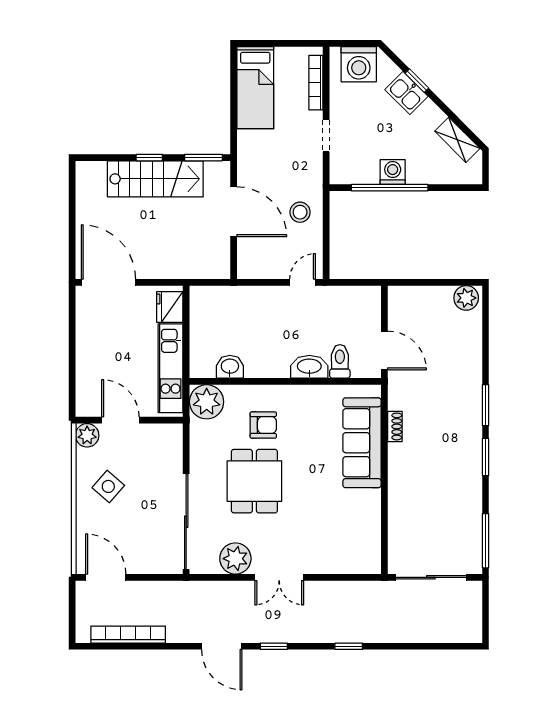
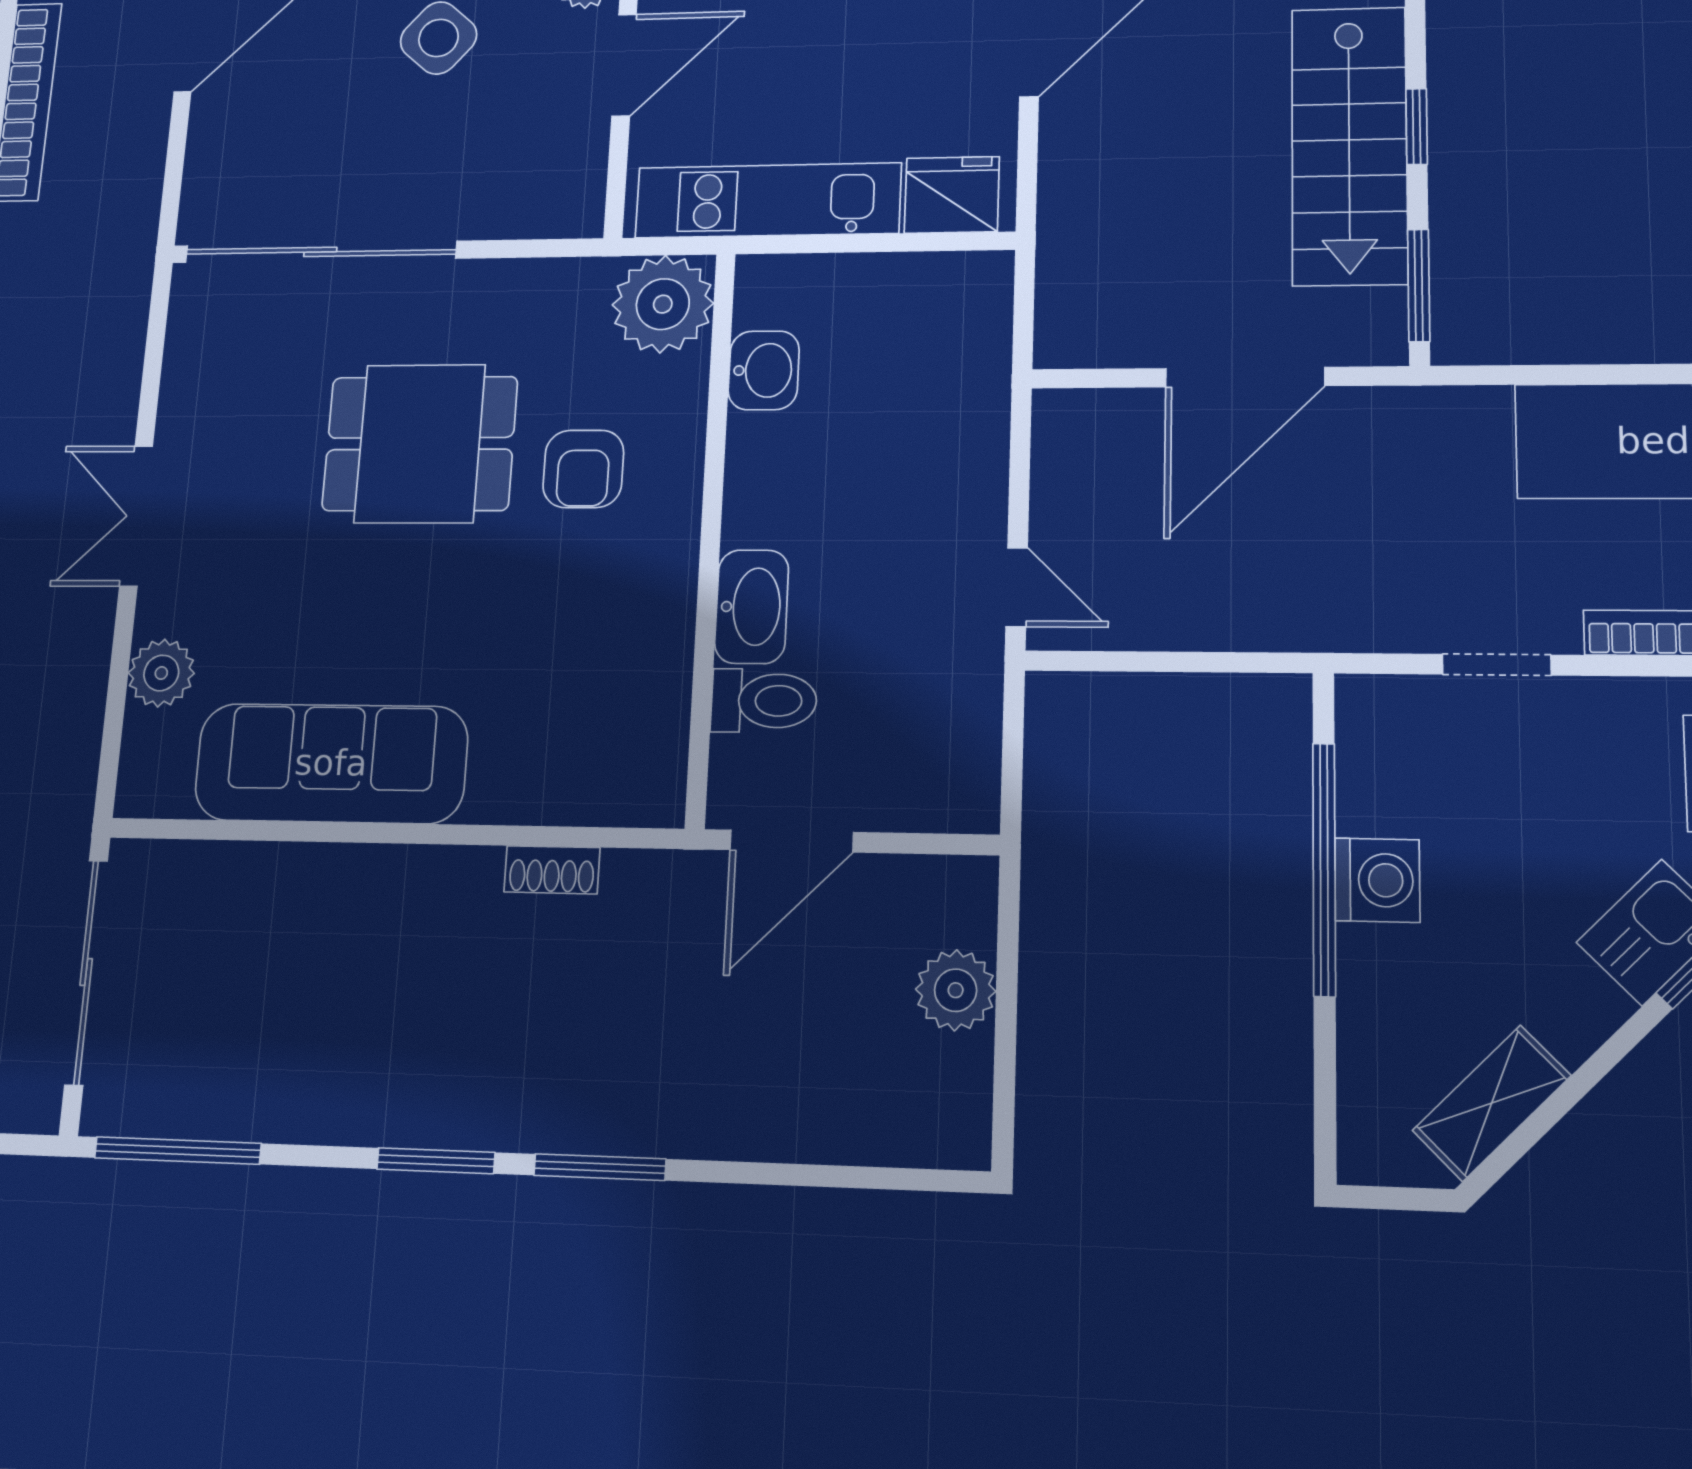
stool: (300, 212) -> (1243, 580), removed
plant: (466, 298) -> (956, 990), moved
sofa: (362, 443) -> (331, 763), moved
plant: (235, 559) -> (161, 673), moved, width x0.73, depth x0.73

